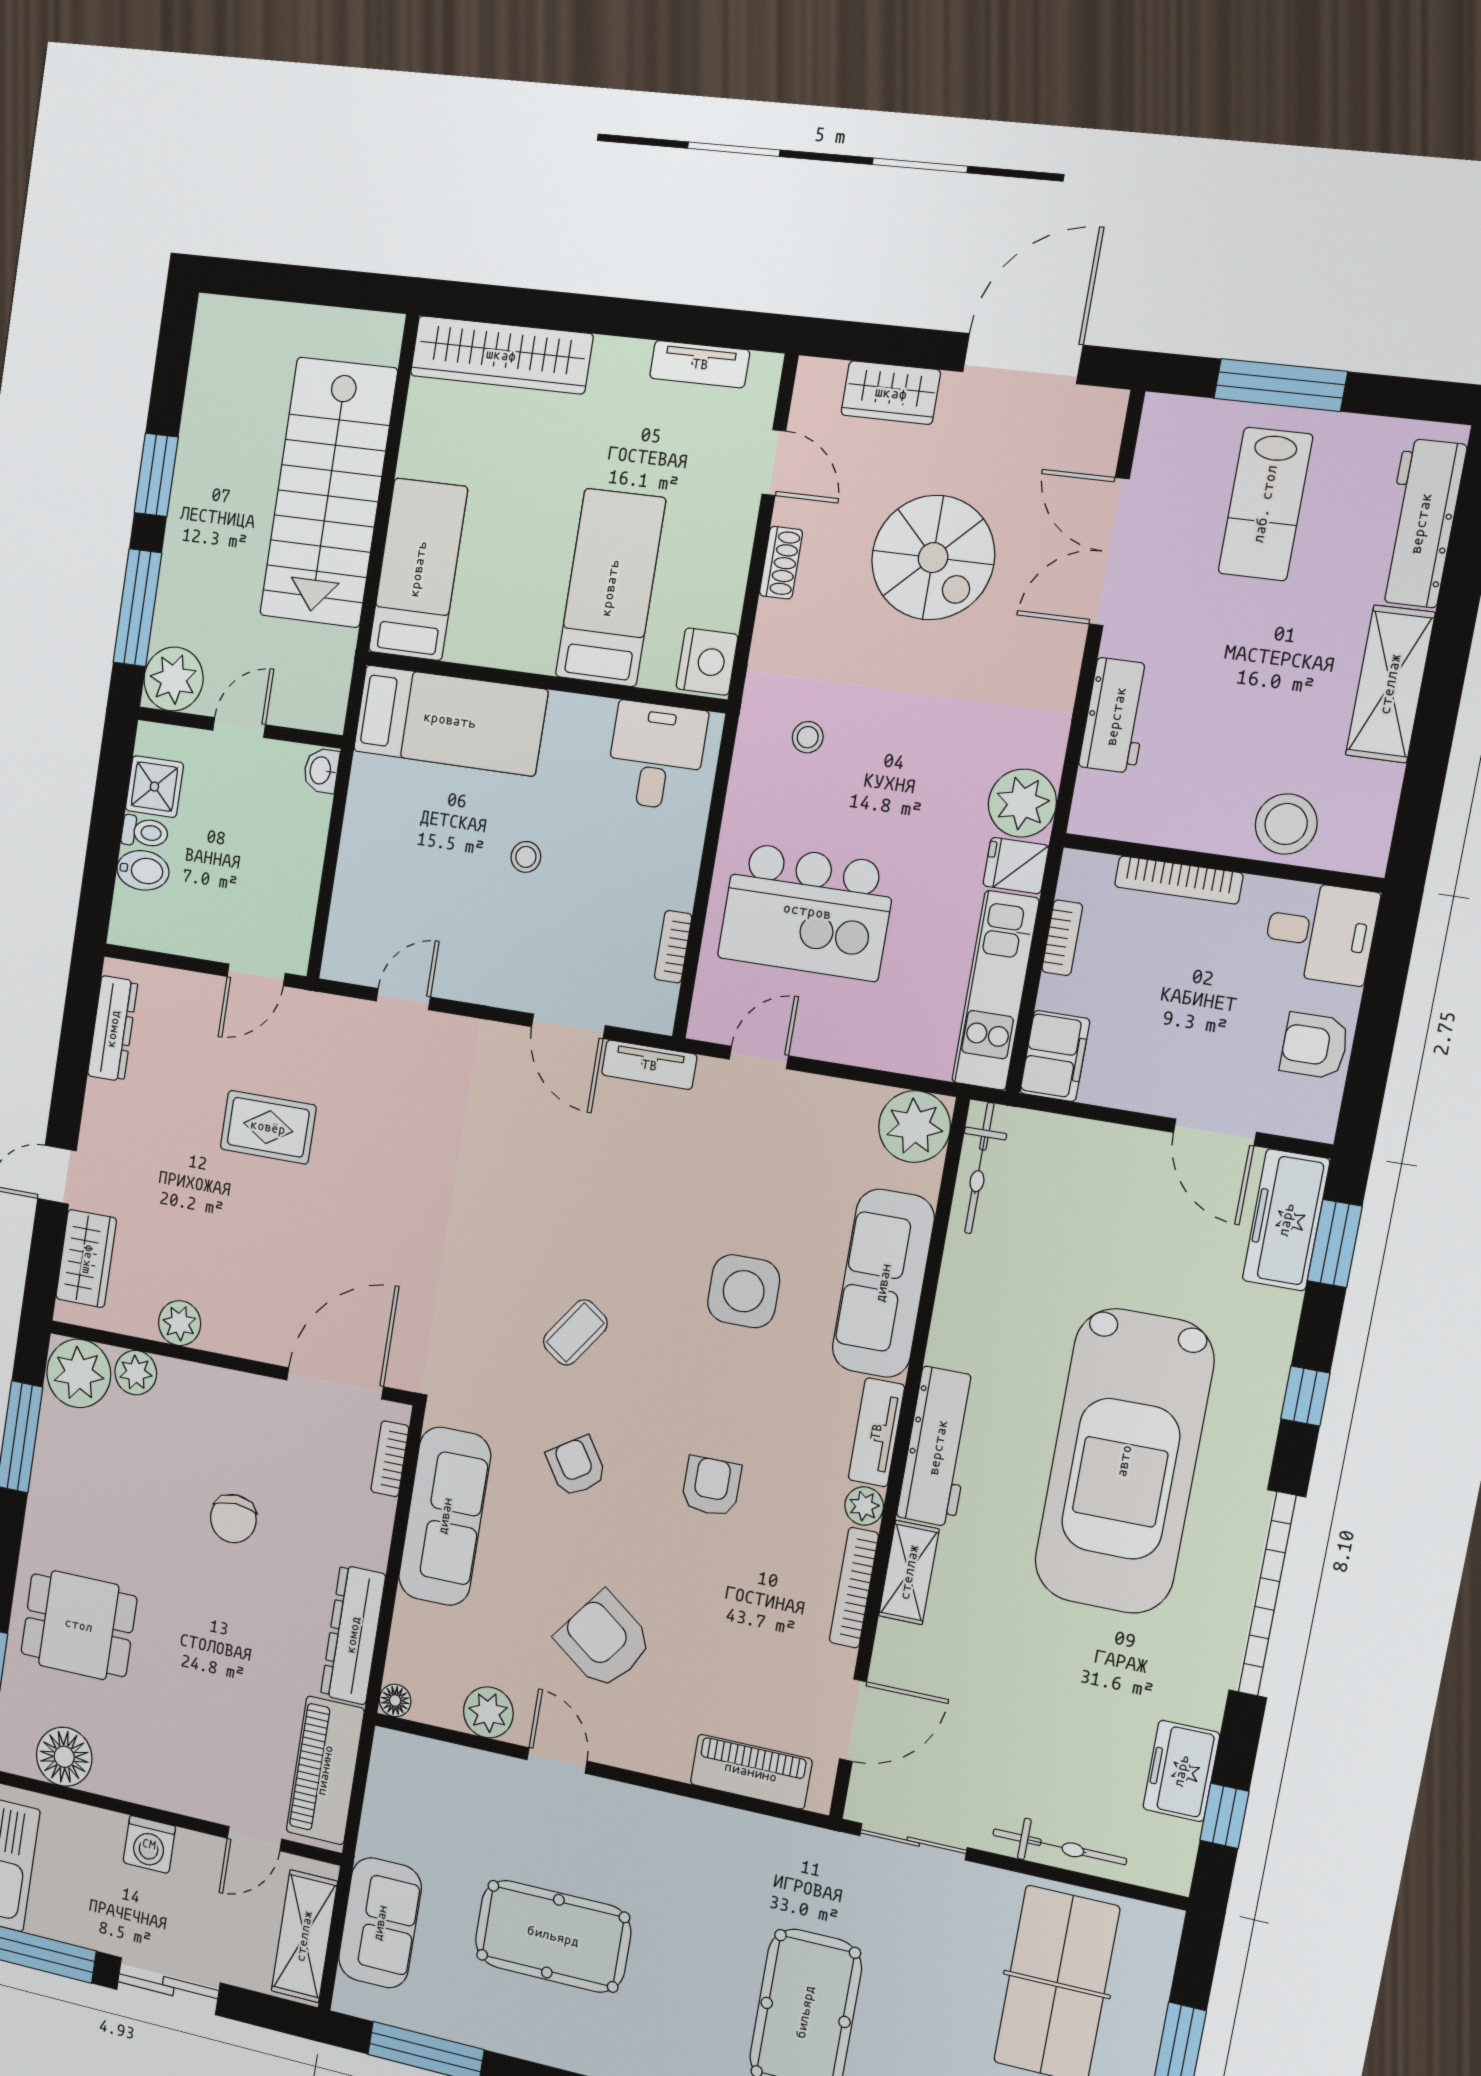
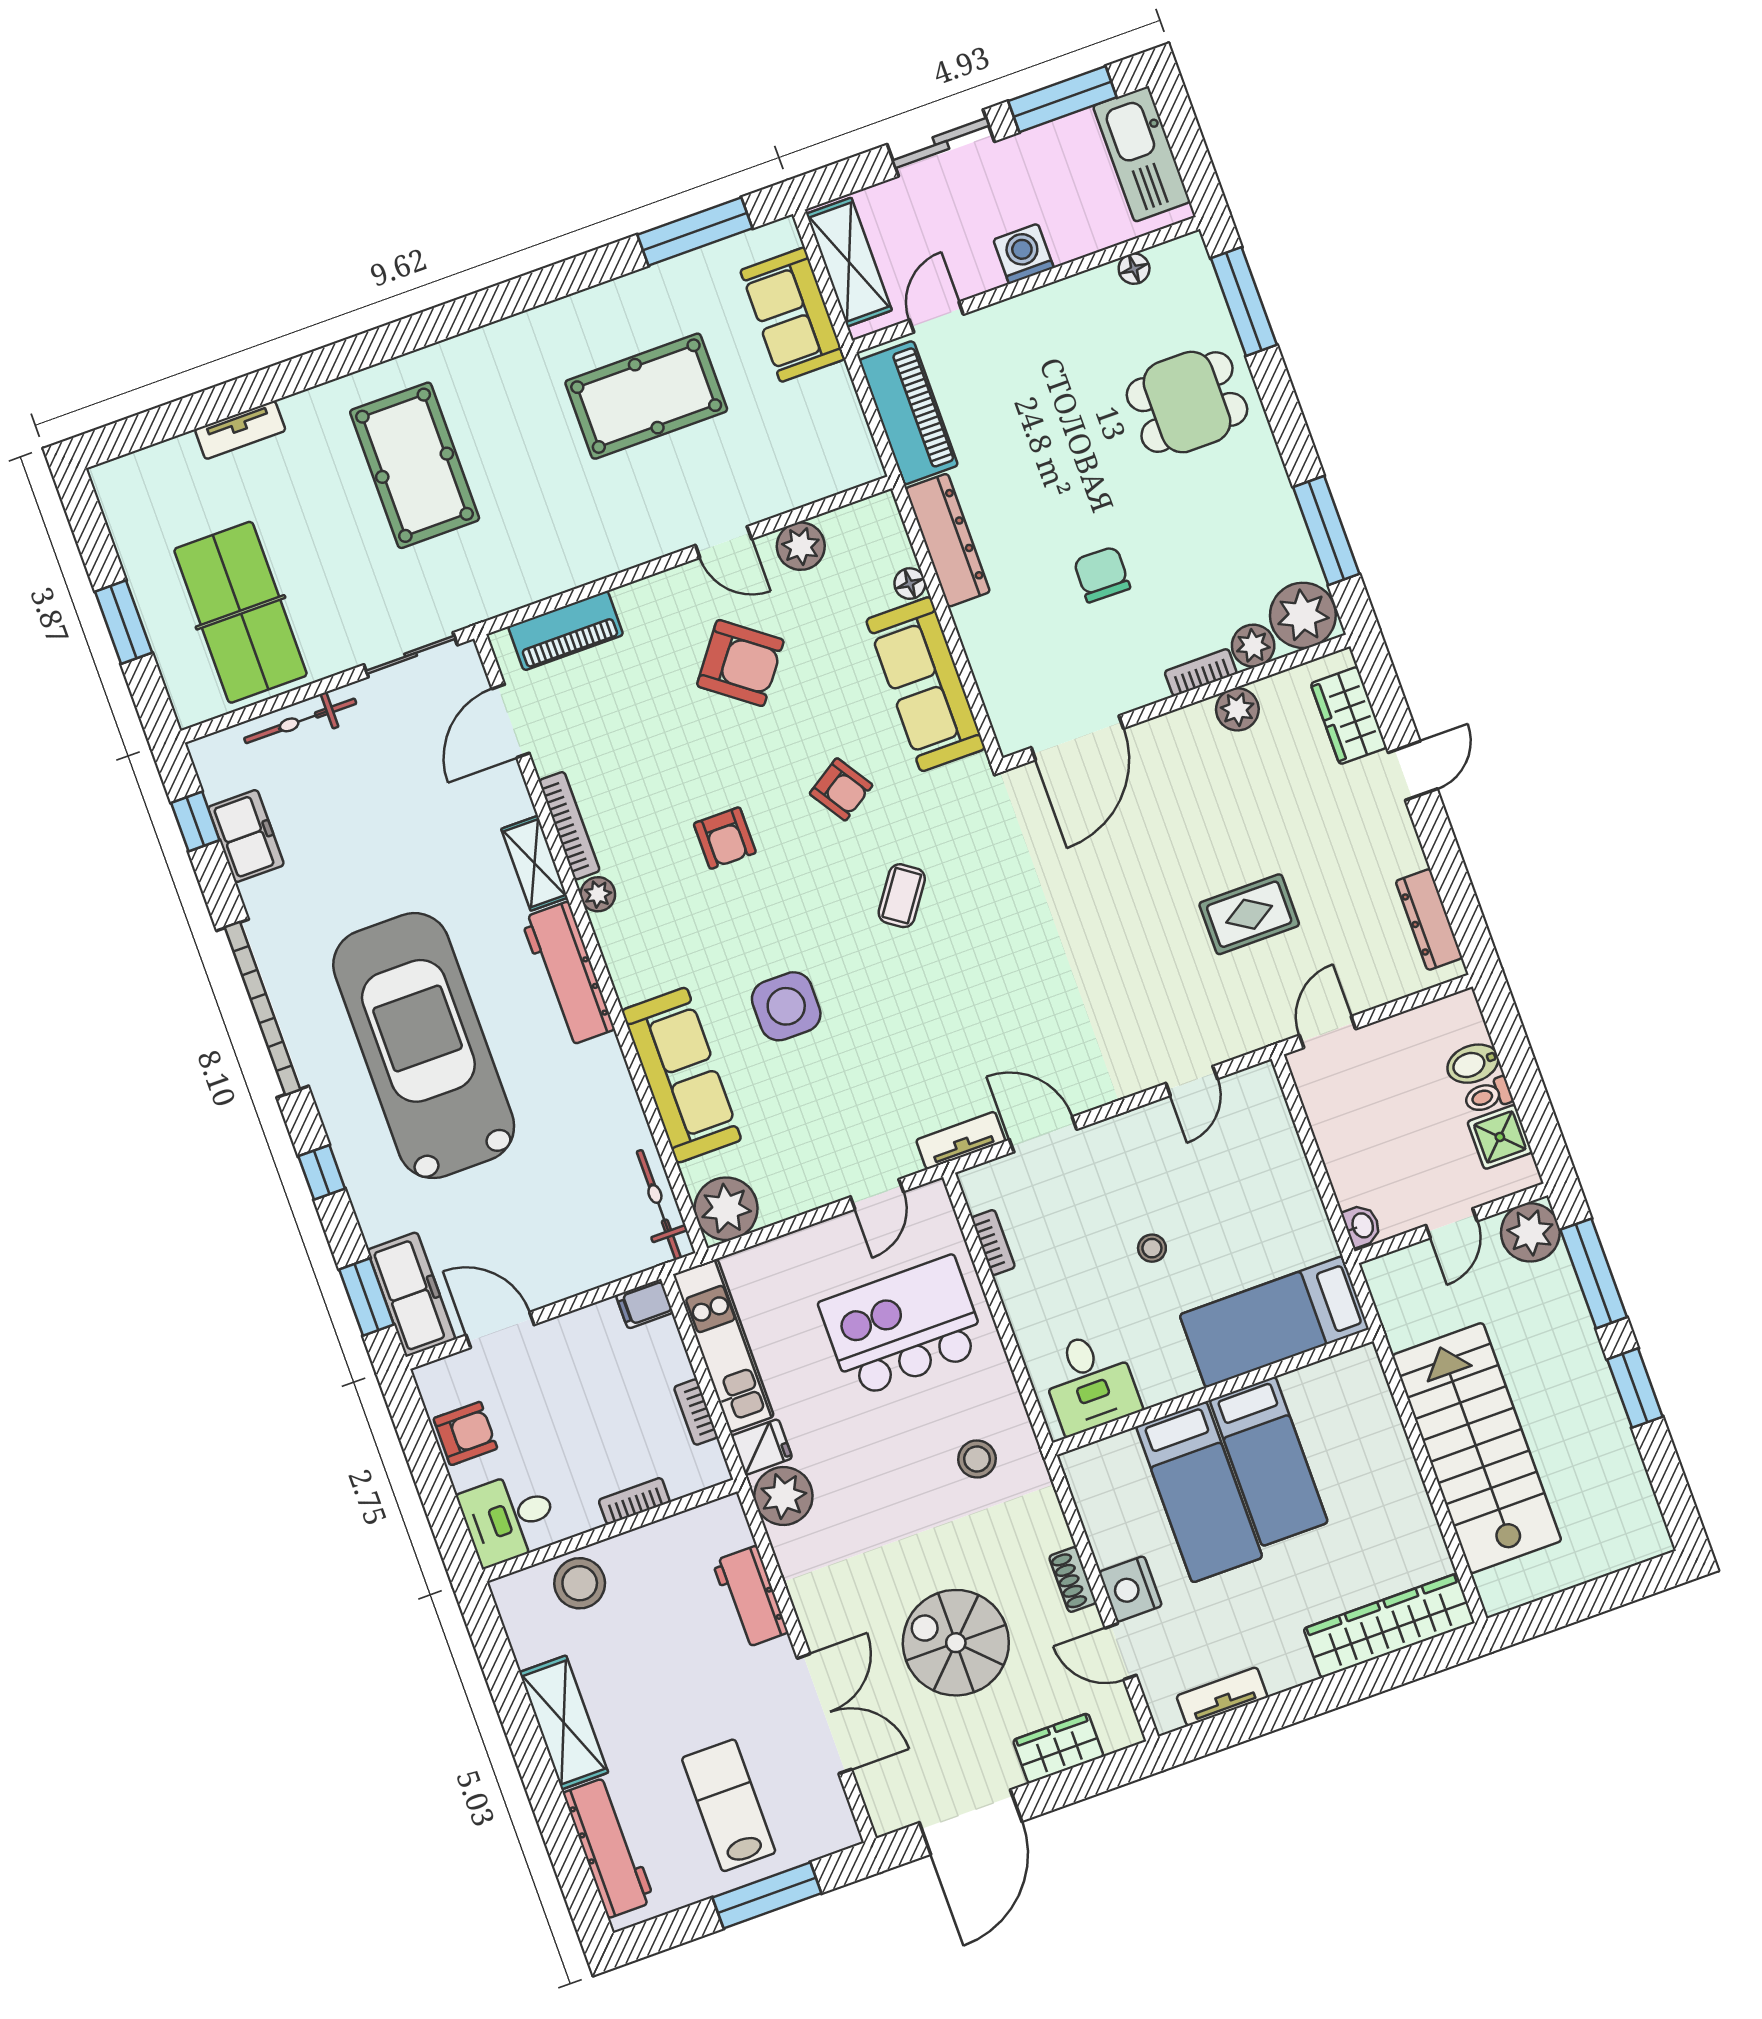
bed: (418, 569) -> (1269, 1461), moved
nightstand: (707, 662) -> (1130, 1589), moved
stool: (808, 737) -> (977, 1459), width x1.37, depth x1.37
bookcase: (1179, 880) -> (634, 1501), width x0.64
filing cabinet: (1055, 1056) -> (644, 1304), width x0.50
tv unit: (876, 1432) -> (621, 957), removed
bookcase: (390, 1459) -> (1201, 672), moved, turned -90
floor lamp: (395, 1700) -> (910, 584), moved
floor lamp: (64, 1757) -> (1134, 269), width x0.53, depth x0.53

